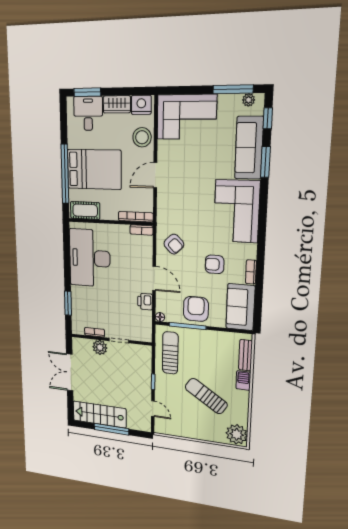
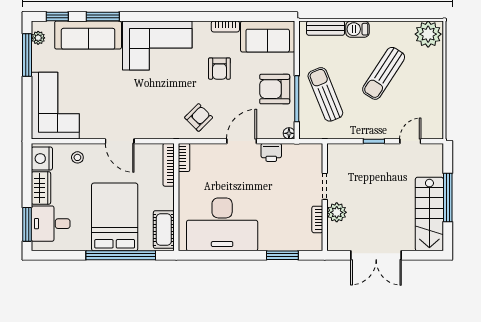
stool: (142, 137) -> (77, 157), width x0.53, depth x0.53
sun lounger: (170, 353) -> (325, 94), moved, turned 68

